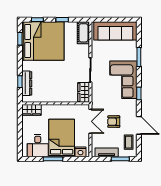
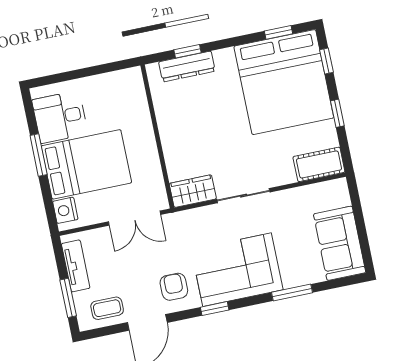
sofa: (115, 31) -> (340, 243), width x0.73
wardrobe: (32, 110) -> (133, 88), removed
armchair: (114, 122) -> (174, 287), moved

